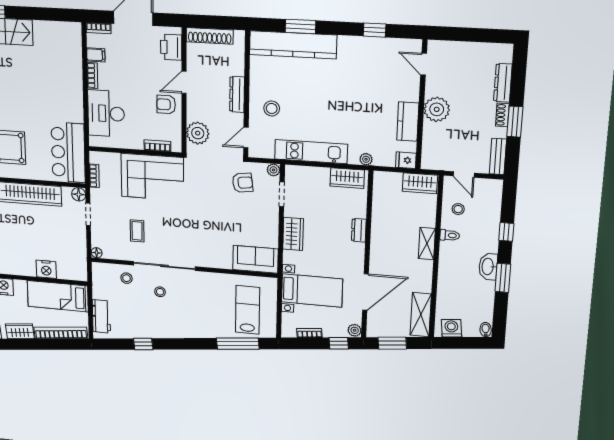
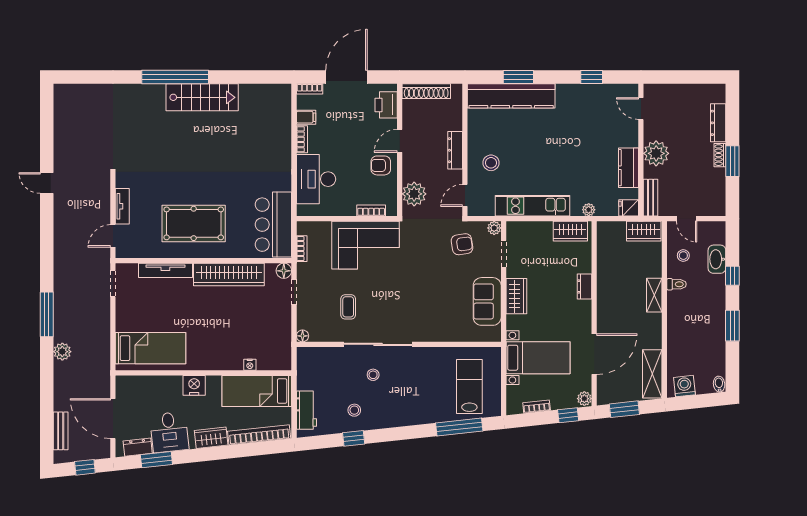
bench: (498, 156) -> (651, 198), moved
sofa: (255, 259) -> (487, 301), moved, turned -90
washbasin: (488, 267) -> (717, 259), moved
nightstand: (46, 269) -> (250, 365), width x0.53, depth x0.56
stool: (126, 278) -> (354, 410), moved

